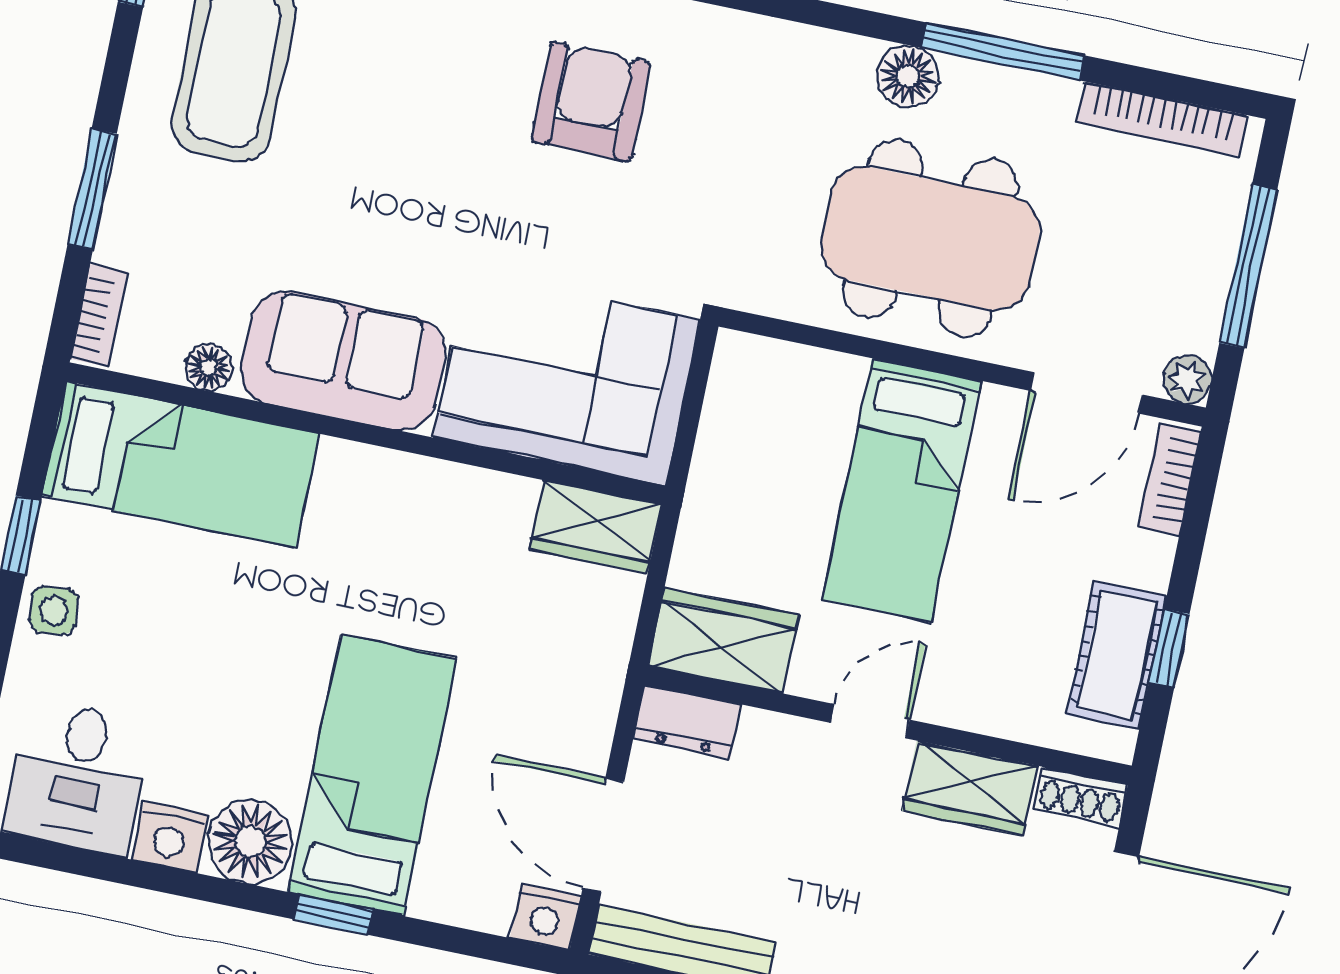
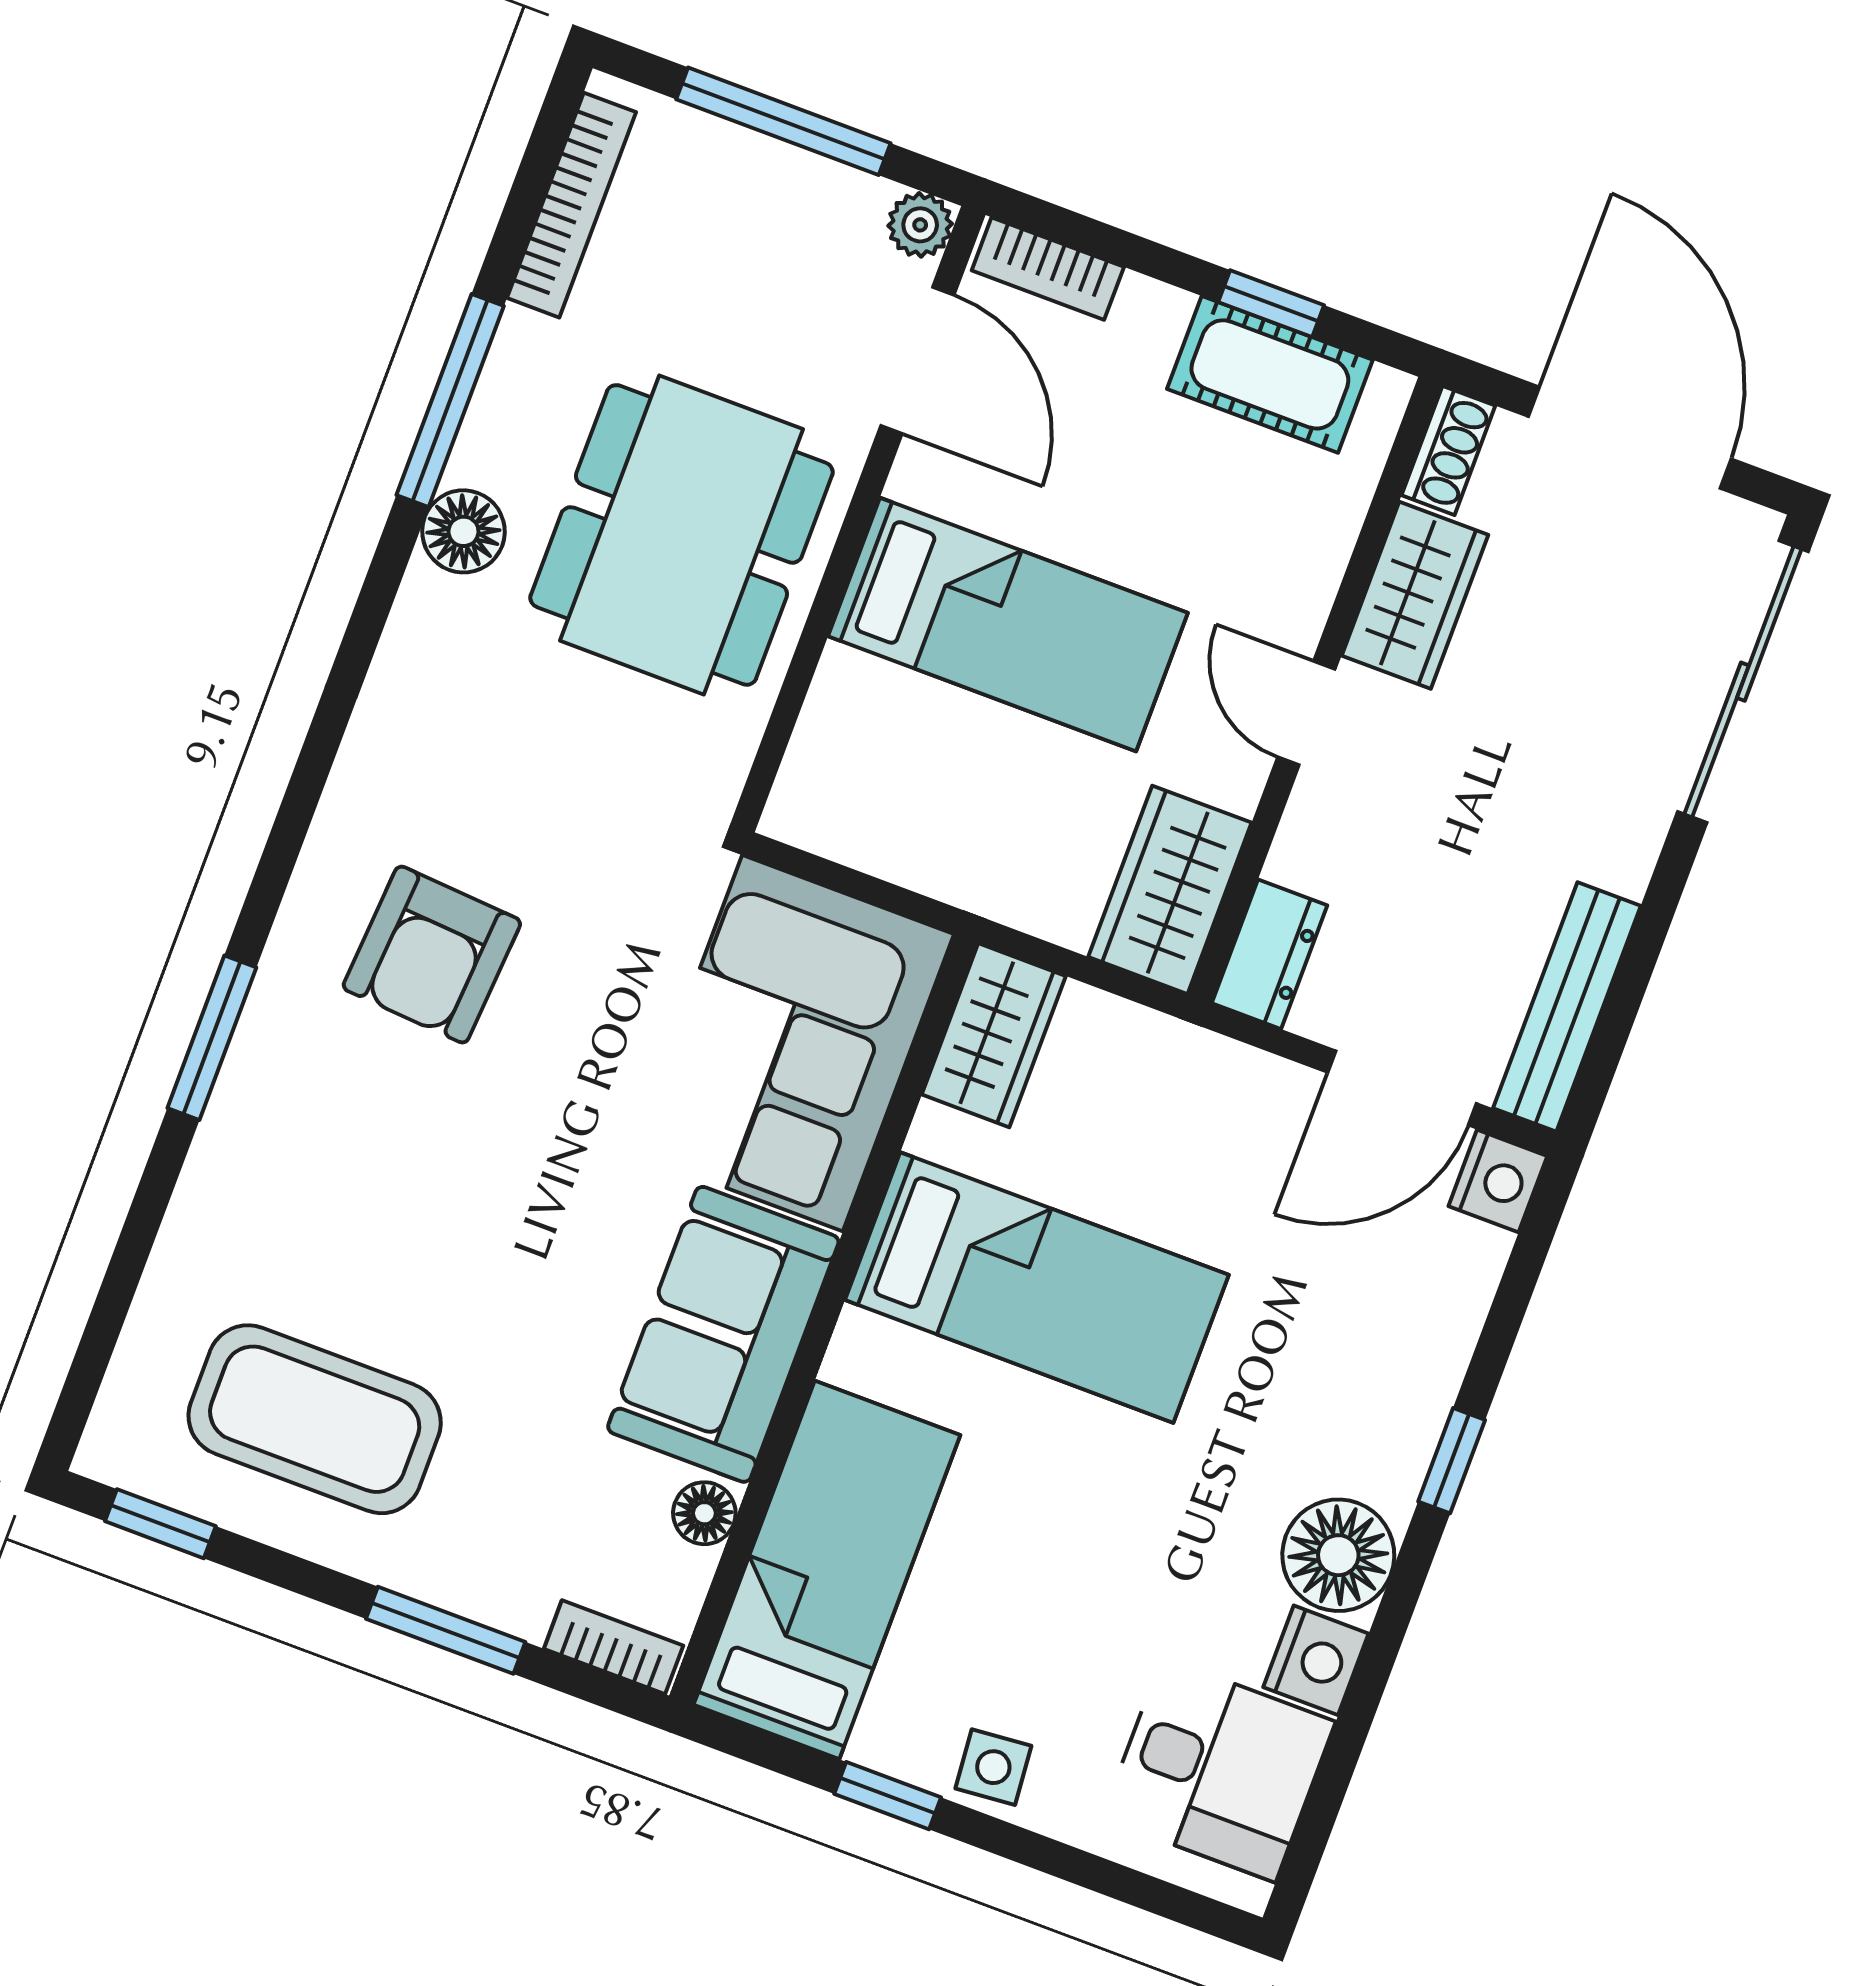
armchair: (591, 102) -> (432, 955), turned -86
bed: (372, 775) -> (1037, 1287), moved, turned 180

